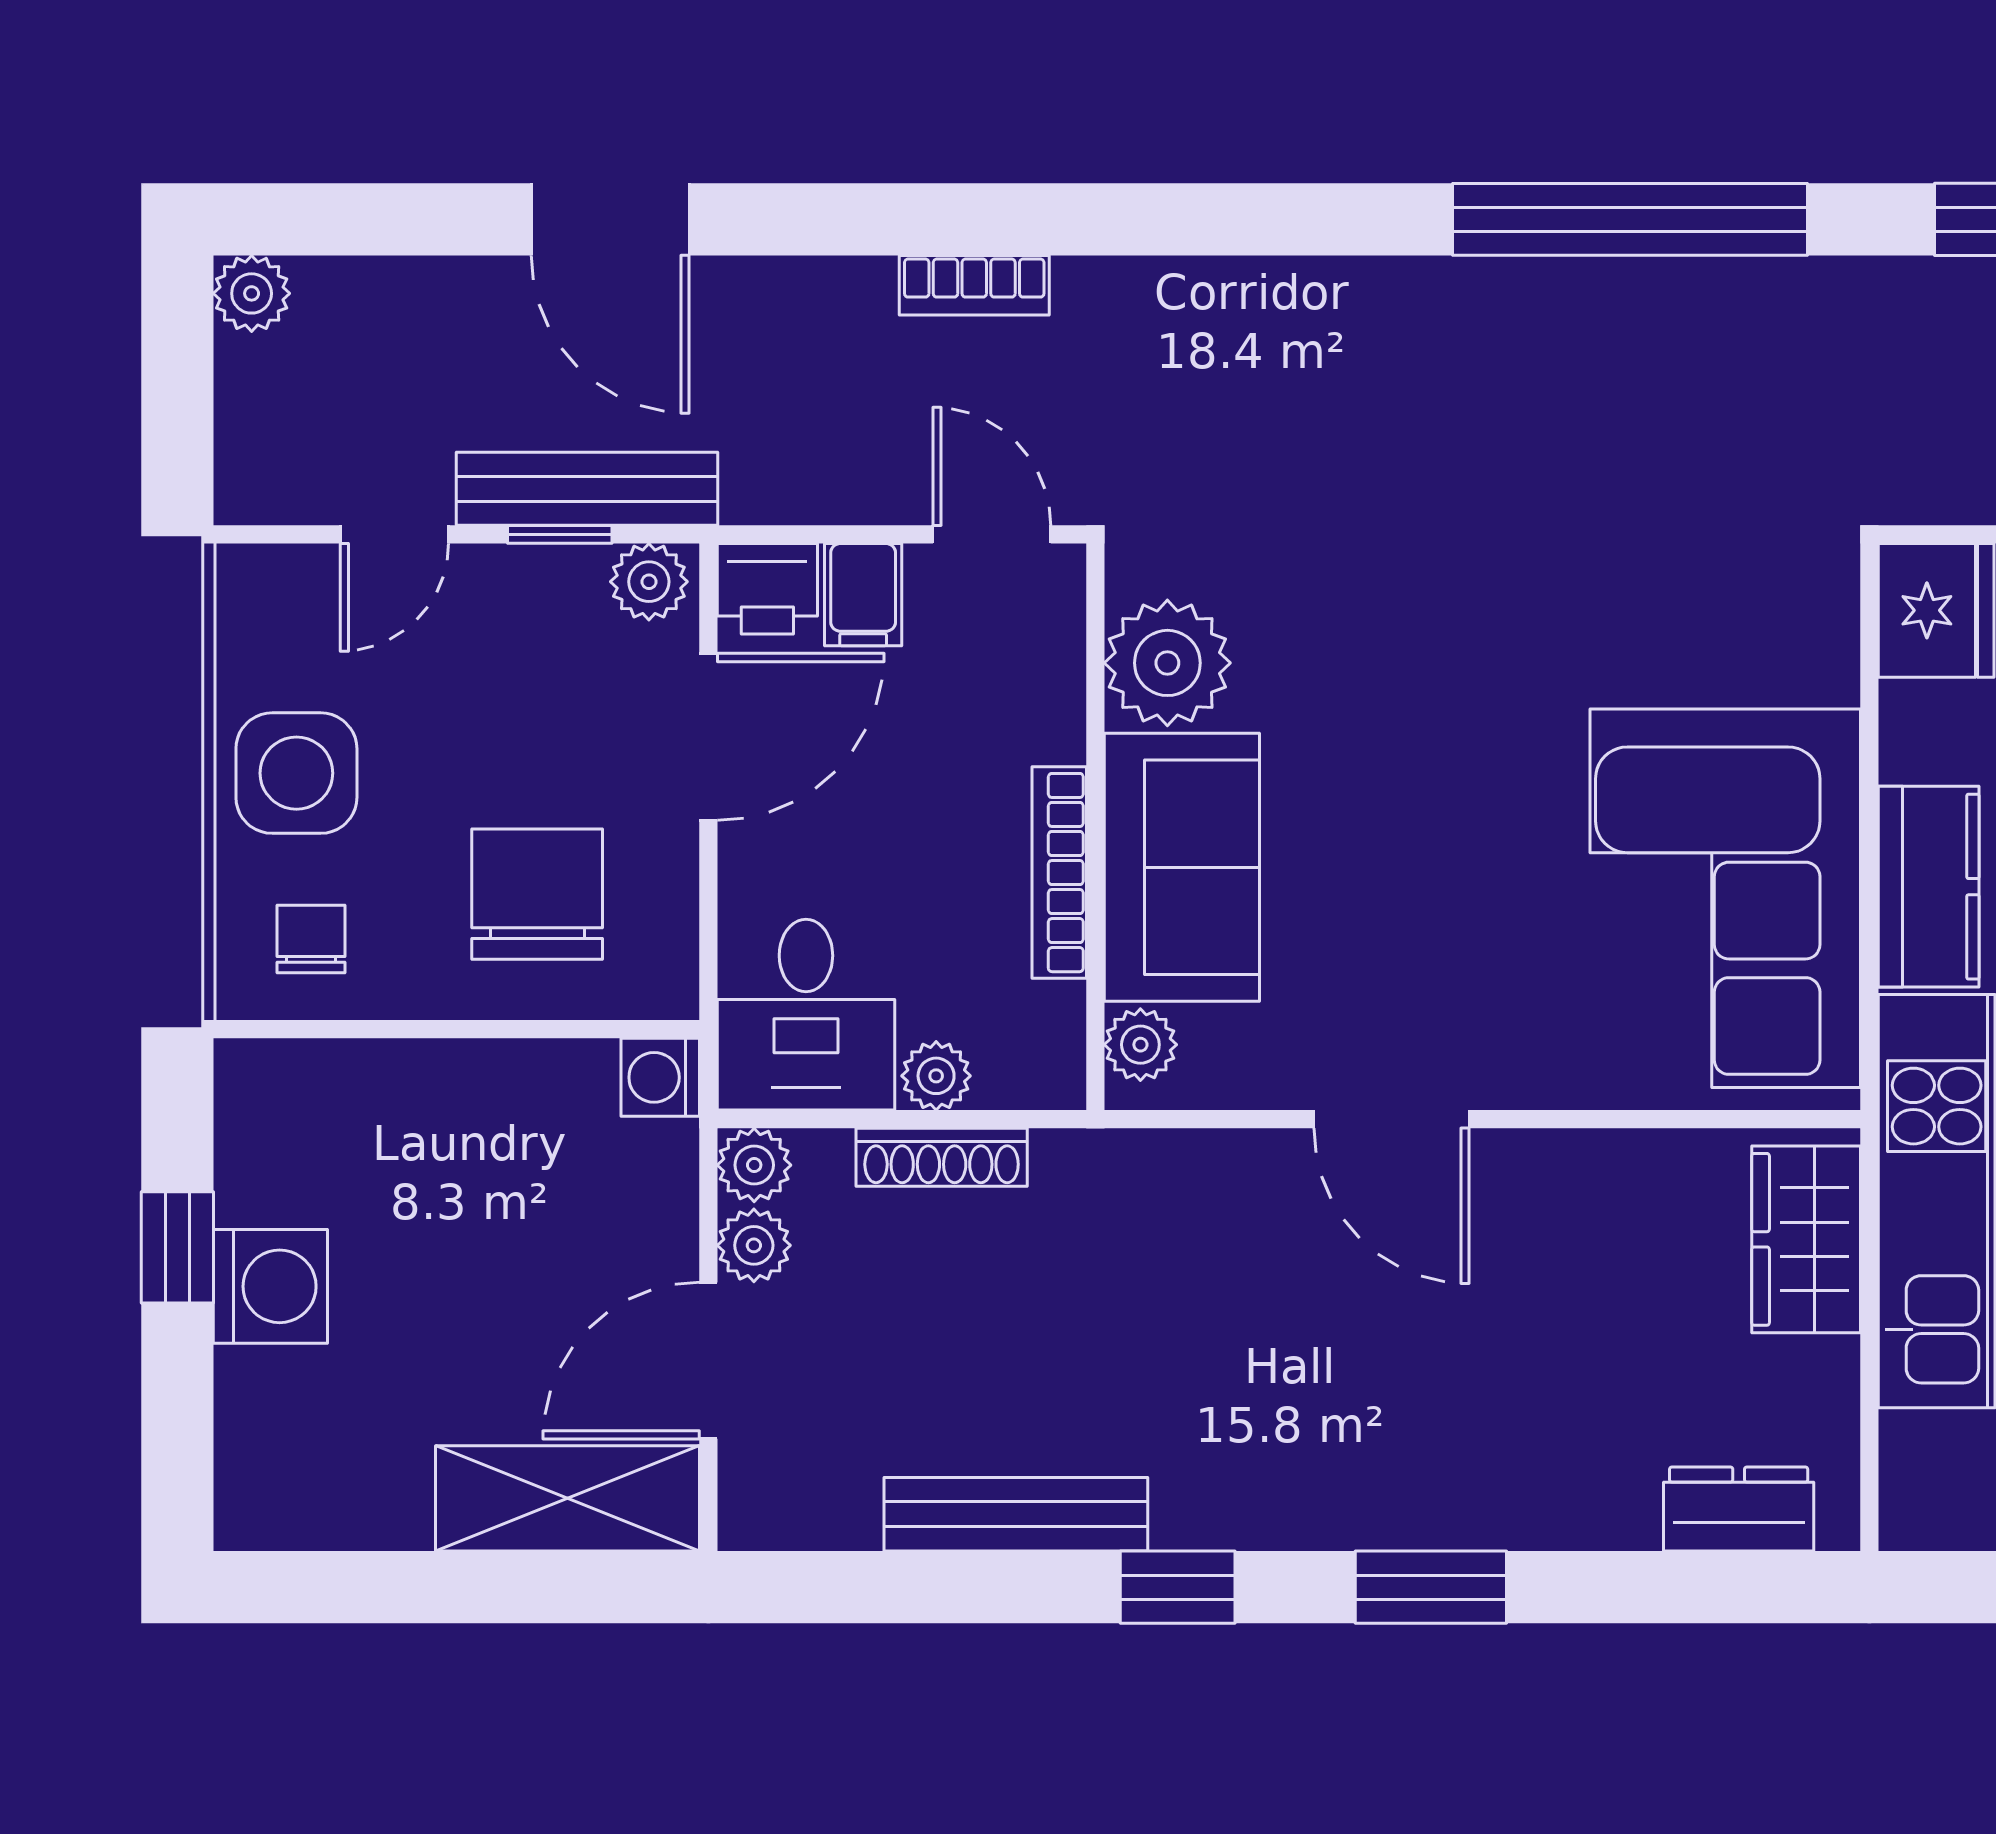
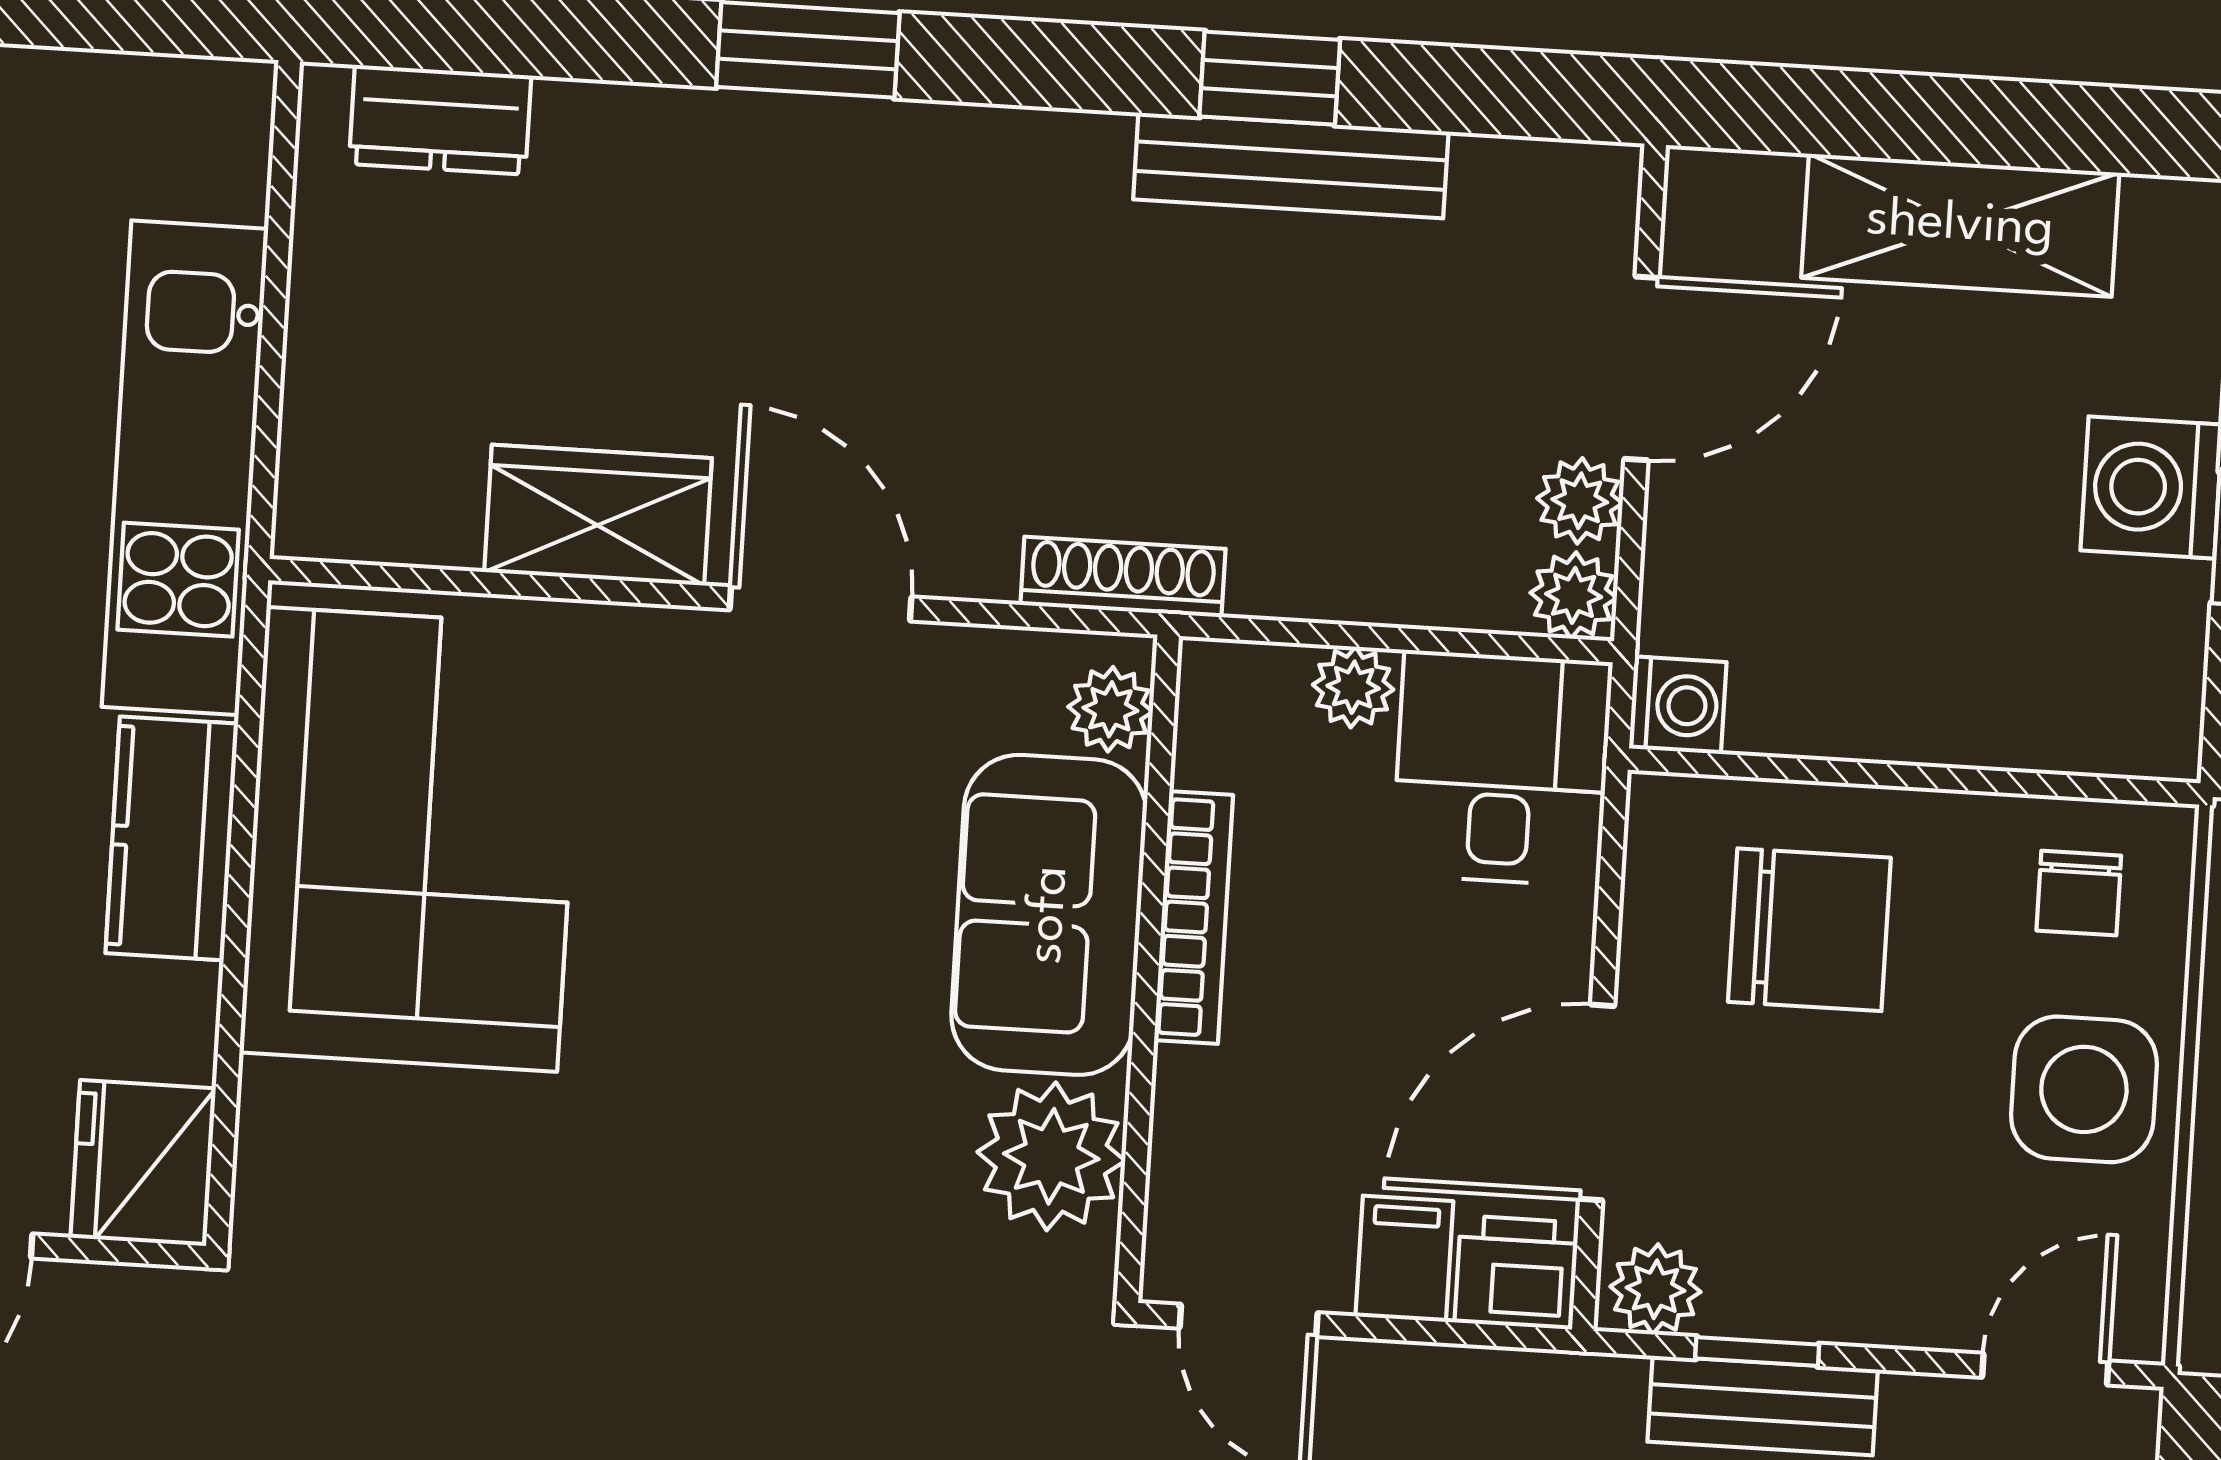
bench: (587, 489) -> (1763, 1406), width x0.73
door: (394, 534) -> (2045, 1369), moved
chair: (537, 894) -> (1809, 930), turned -90
shoe rack: (942, 1157) -> (1123, 577), moved
wardrobe: (1806, 1239) -> (598, 515), moved, turned -90
shelving: (567, 1498) -> (1960, 225), moved
window: (1178, 1587) -> (1270, 78), moved

